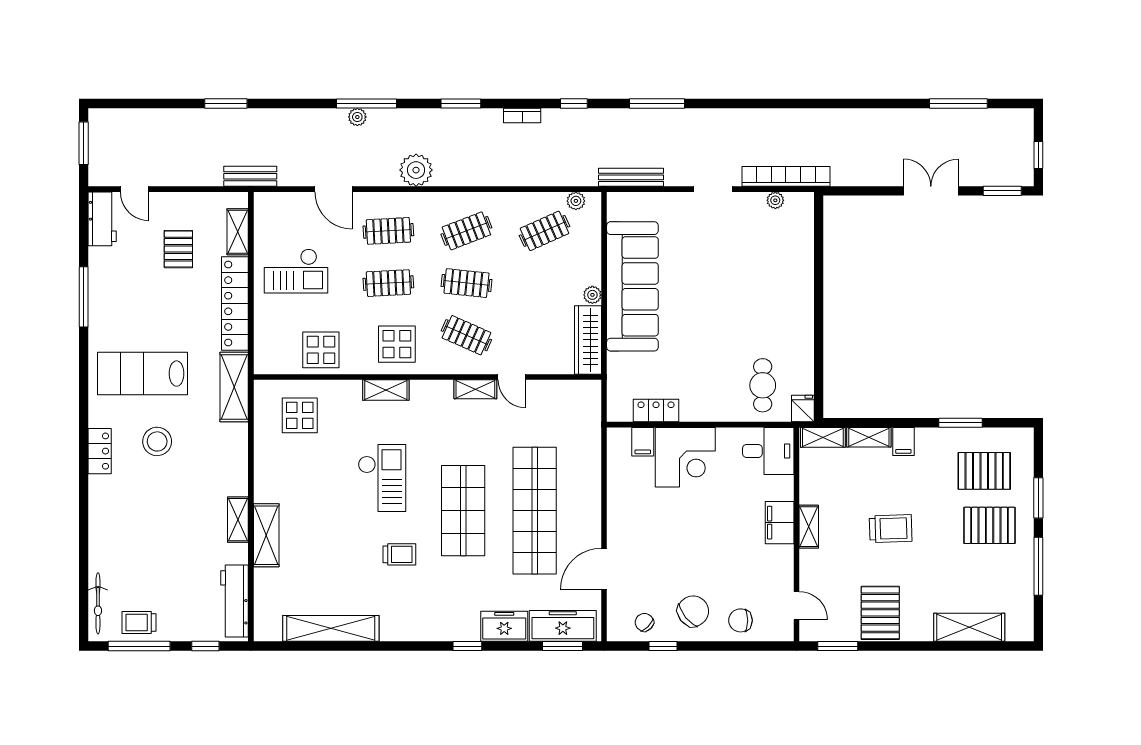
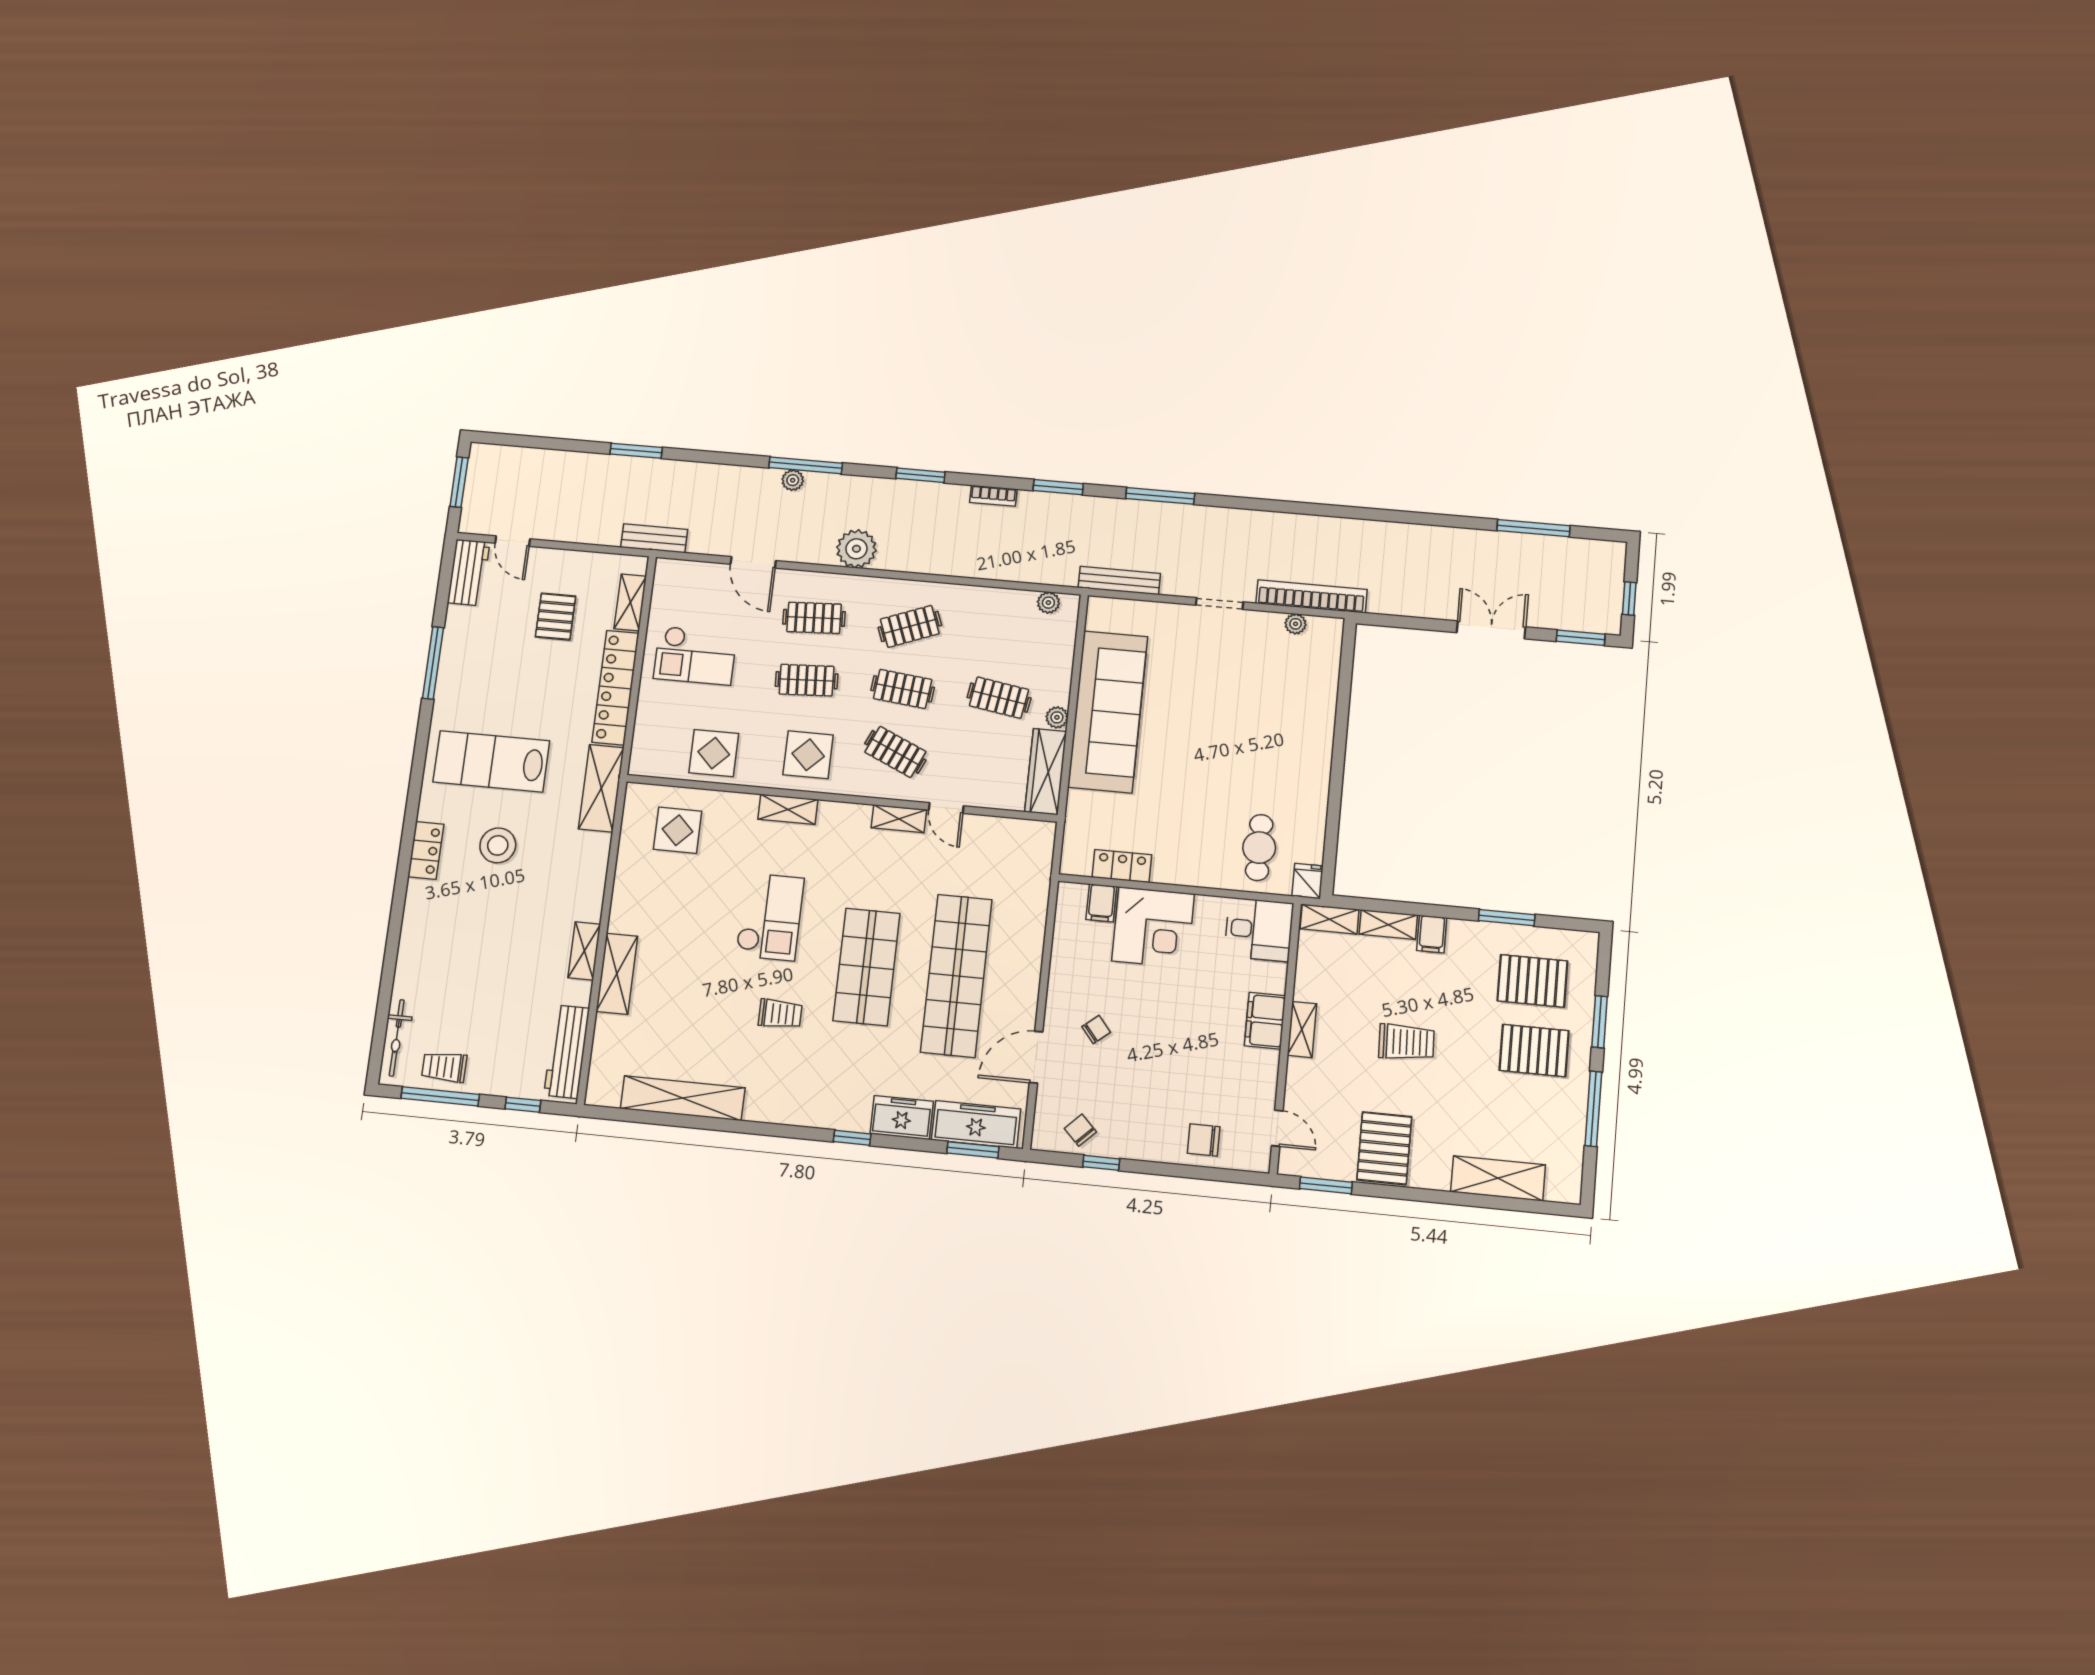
window: (574, 104) -> (1058, 487), width x1.50
clothes rail: (545, 231) -> (999, 698), moved, turned 33
chair: (693, 611) -> (1096, 1030), moved, width x0.54, depth x0.54

